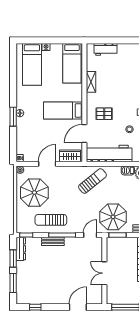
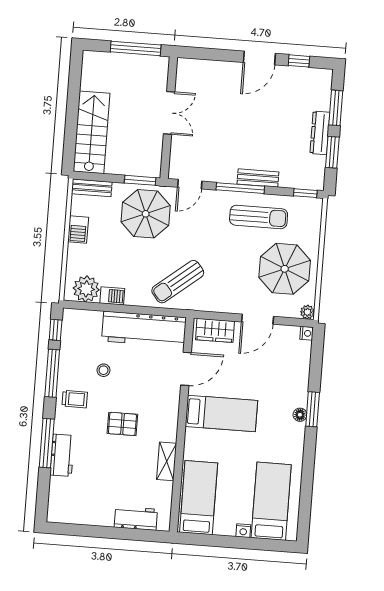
pallet: (104, 114) -> (122, 424), moved
dresser: (21, 249) -> (320, 133), moved
door: (78, 307) -> (259, 58), moved

